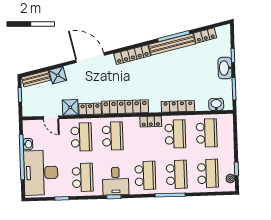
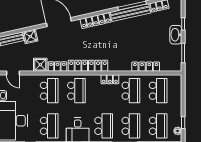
washbasin: (216, 104) -> (167, 66), removed
locker: (178, 106) -> (146, 67), moved
door: (51, 118) -> (13, 73), moved

